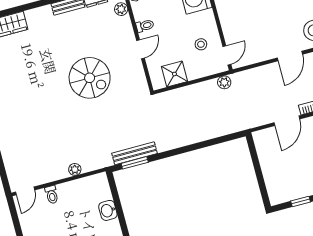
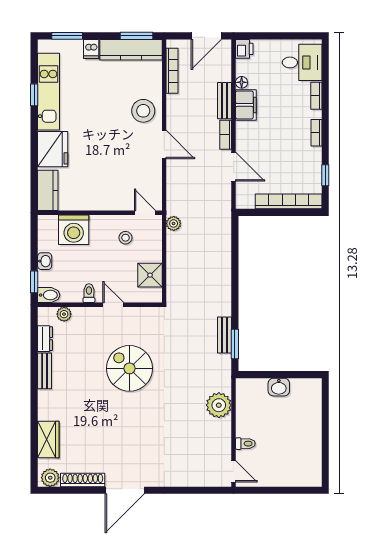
spiral stairs: (90, 78) -> (129, 368), turned -90
bench: (135, 153) -> (225, 335), width x0.73
plant: (75, 169) -> (219, 405), width x1.88, depth x1.88
bookcase: (270, 176) -> (289, 201), added

